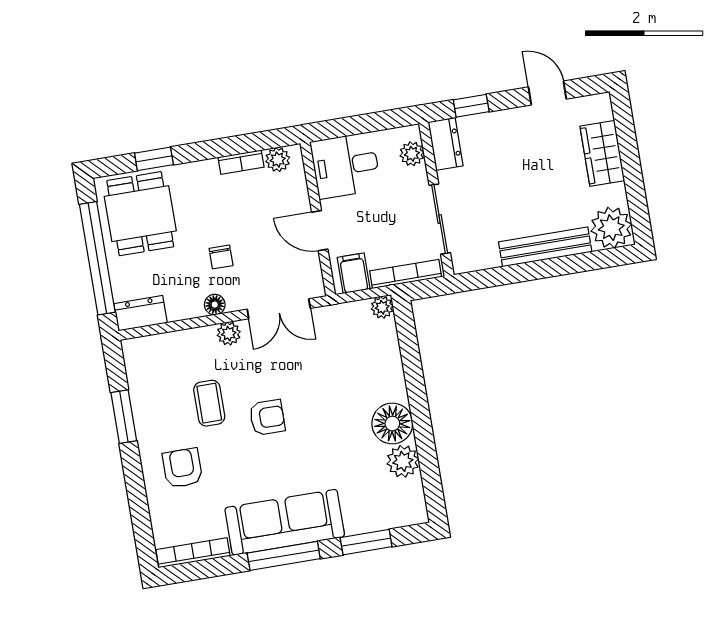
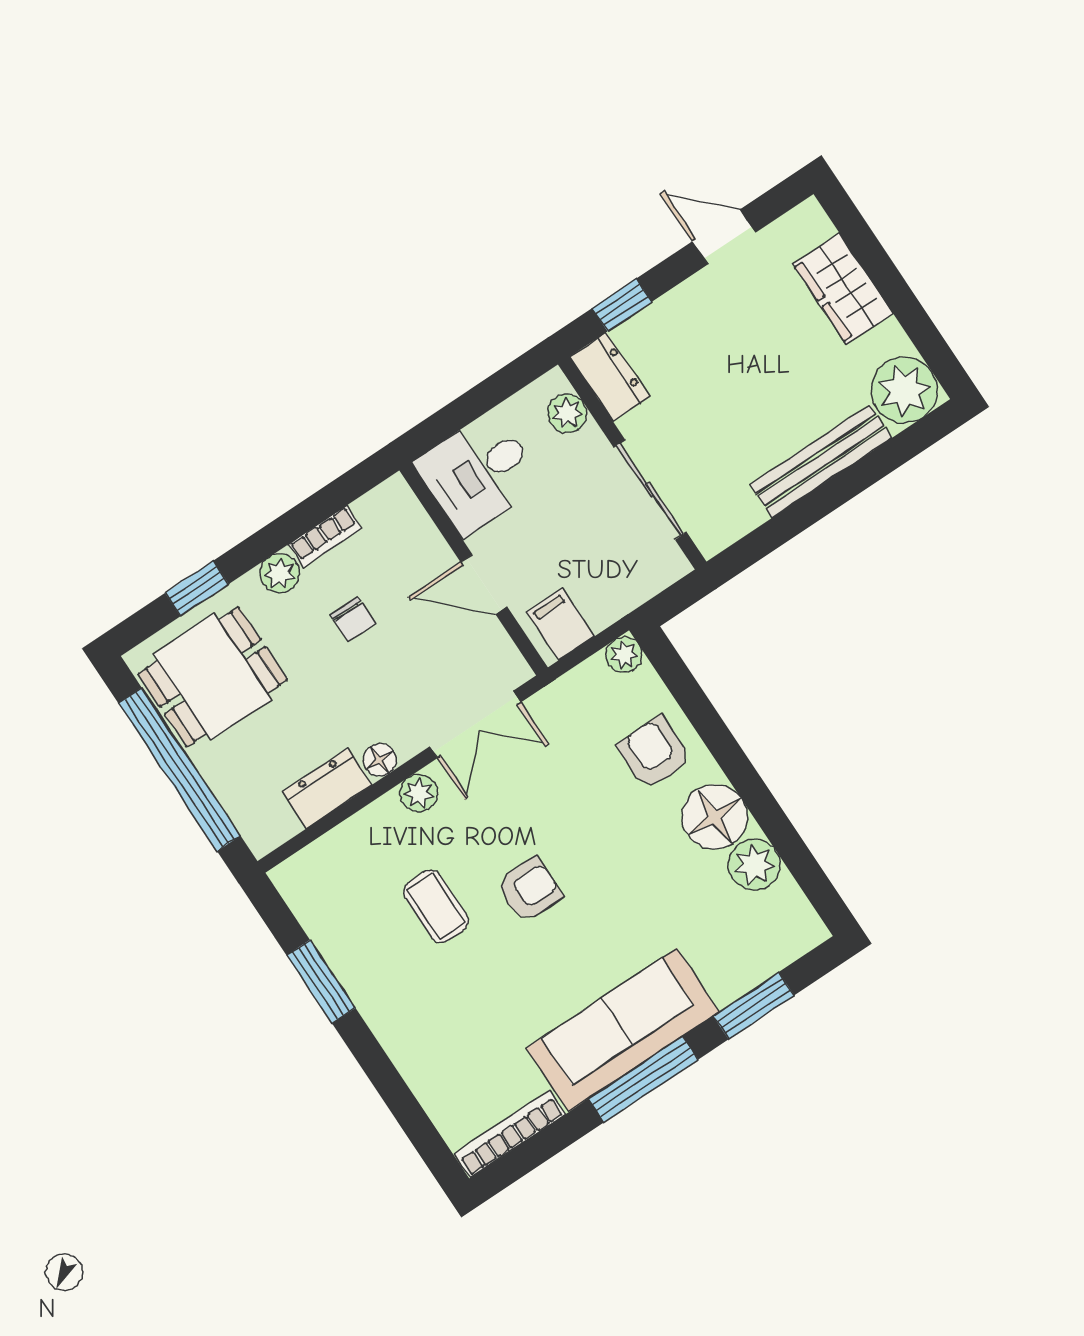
plant: (278, 160) -> (280, 573), moved
dining table: (140, 214) -> (213, 677), turned 90
chair: (221, 257) -> (353, 619), moved
bookcase: (406, 274) -> (636, 591), removed
dresser: (141, 313) -> (327, 788), moved
armchair: (182, 468) -> (654, 753), moved

